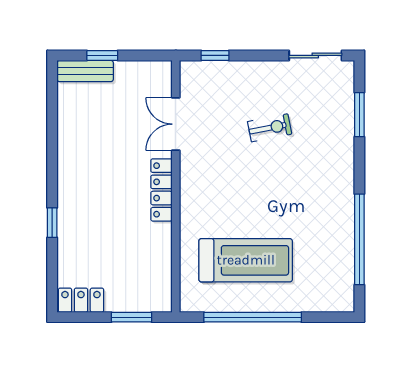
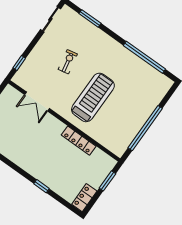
locker: (161, 190) -> (79, 141), moved
treadmill: (246, 260) -> (93, 97), moved

